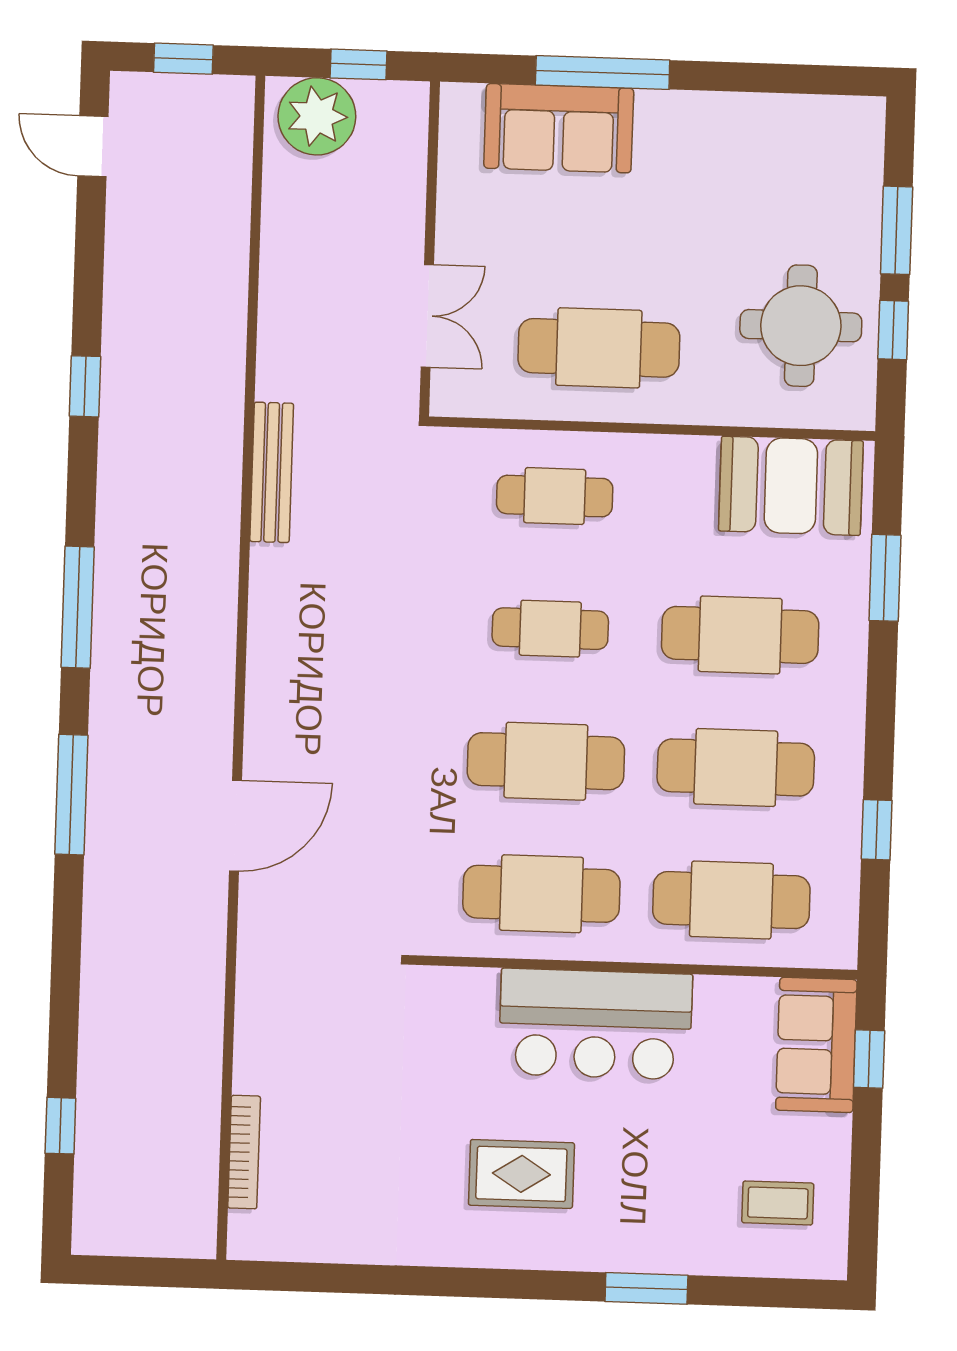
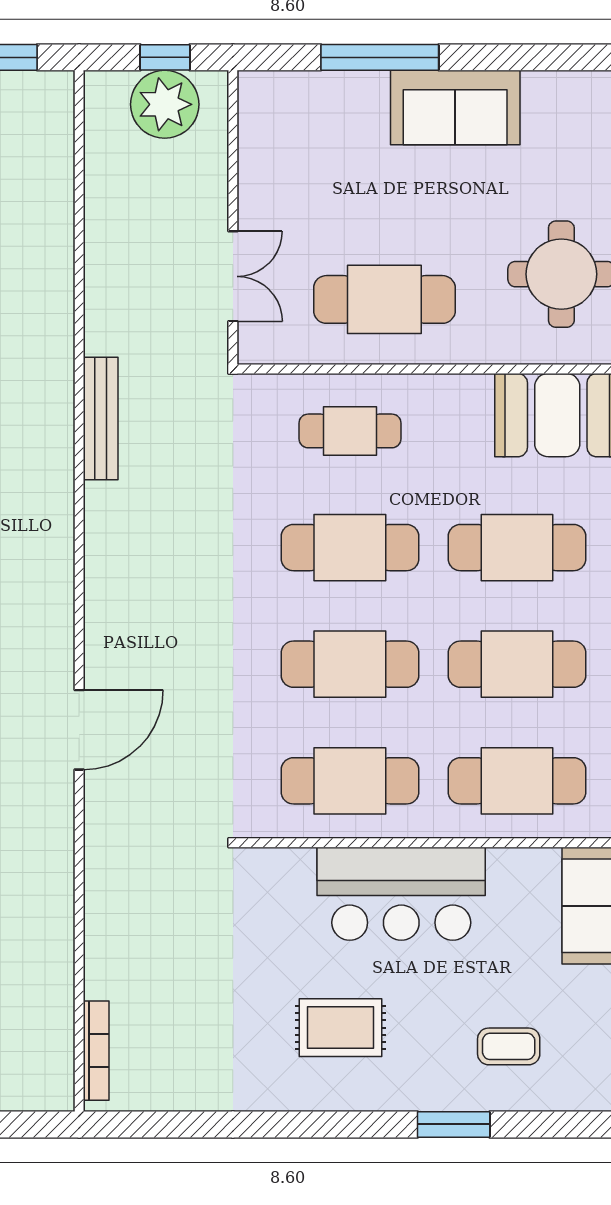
plant: (317, 116) -> (165, 104), moved
sofa: (559, 128) -> (455, 108), moved
cafe table: (550, 629) -> (350, 548), width x1.37, depth x1.35
bookcase: (244, 1152) -> (96, 1051), moved
coffee table: (778, 1203) -> (509, 1046), moved

